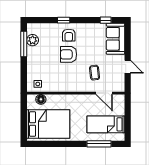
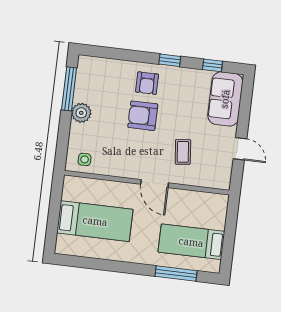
window: (64, 20) -> (170, 60), moved
plant: (33, 40) -> (81, 113), moved
door: (104, 93) -> (155, 184), moved
floor lamp: (41, 99) -> (87, 186), removed
bed: (48, 124) -> (95, 221), width x0.67

